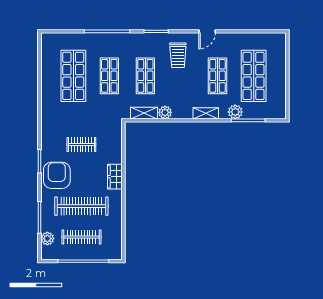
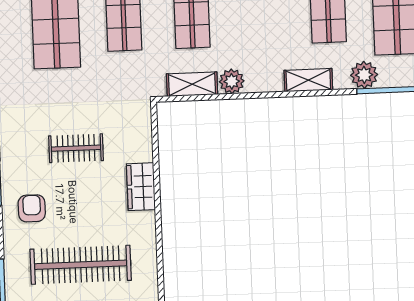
armchair: (57, 175) -> (32, 208), width x0.53, depth x0.53
wardrobe: (115, 177) -> (141, 187), moved

